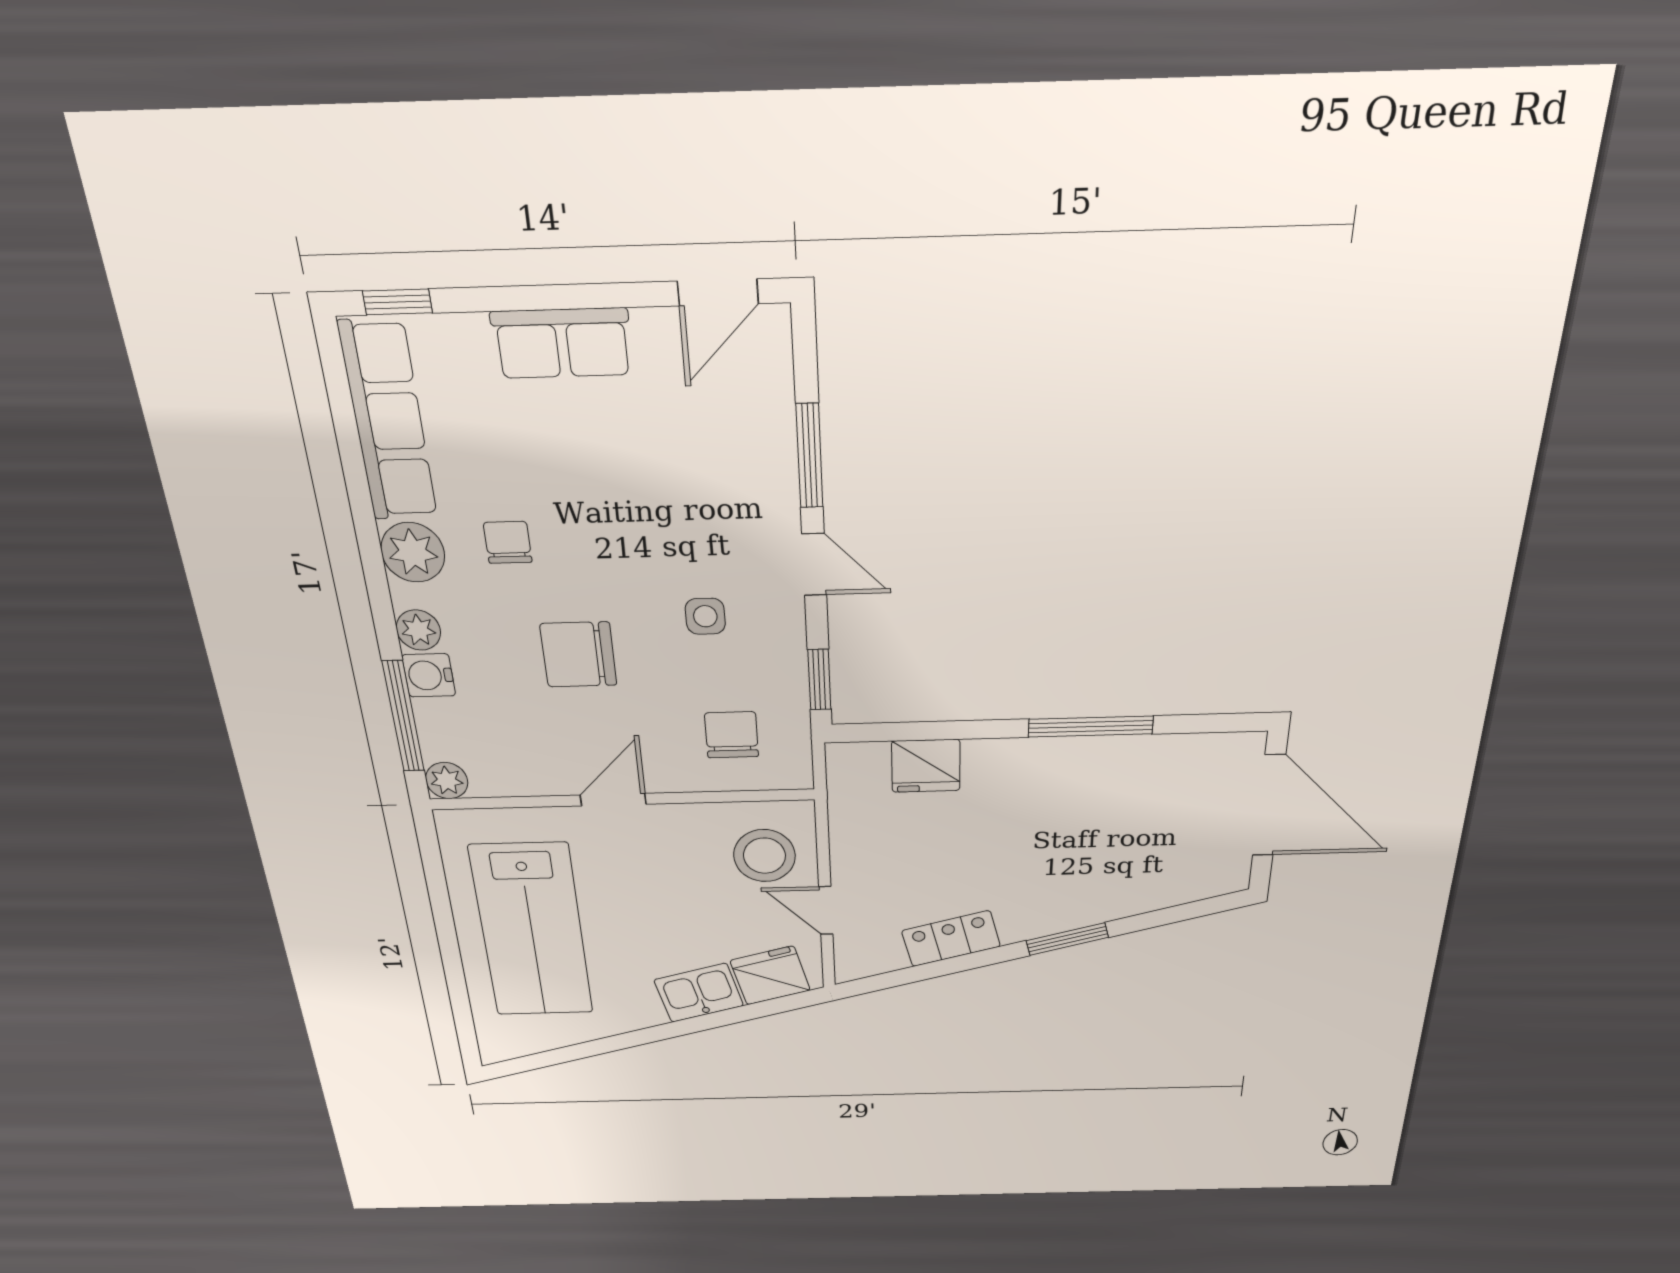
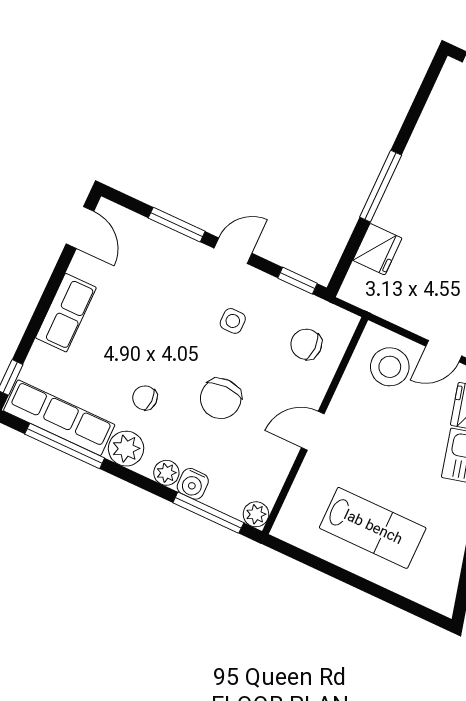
window: (351, 454) -> (65, 446), added
window: (1091, 727) -> (381, 186), moved
door: (613, 800) -> (313, 431), hinge flipped
lab bench: (532, 931) -> (373, 528), width x0.73, depth x0.72

